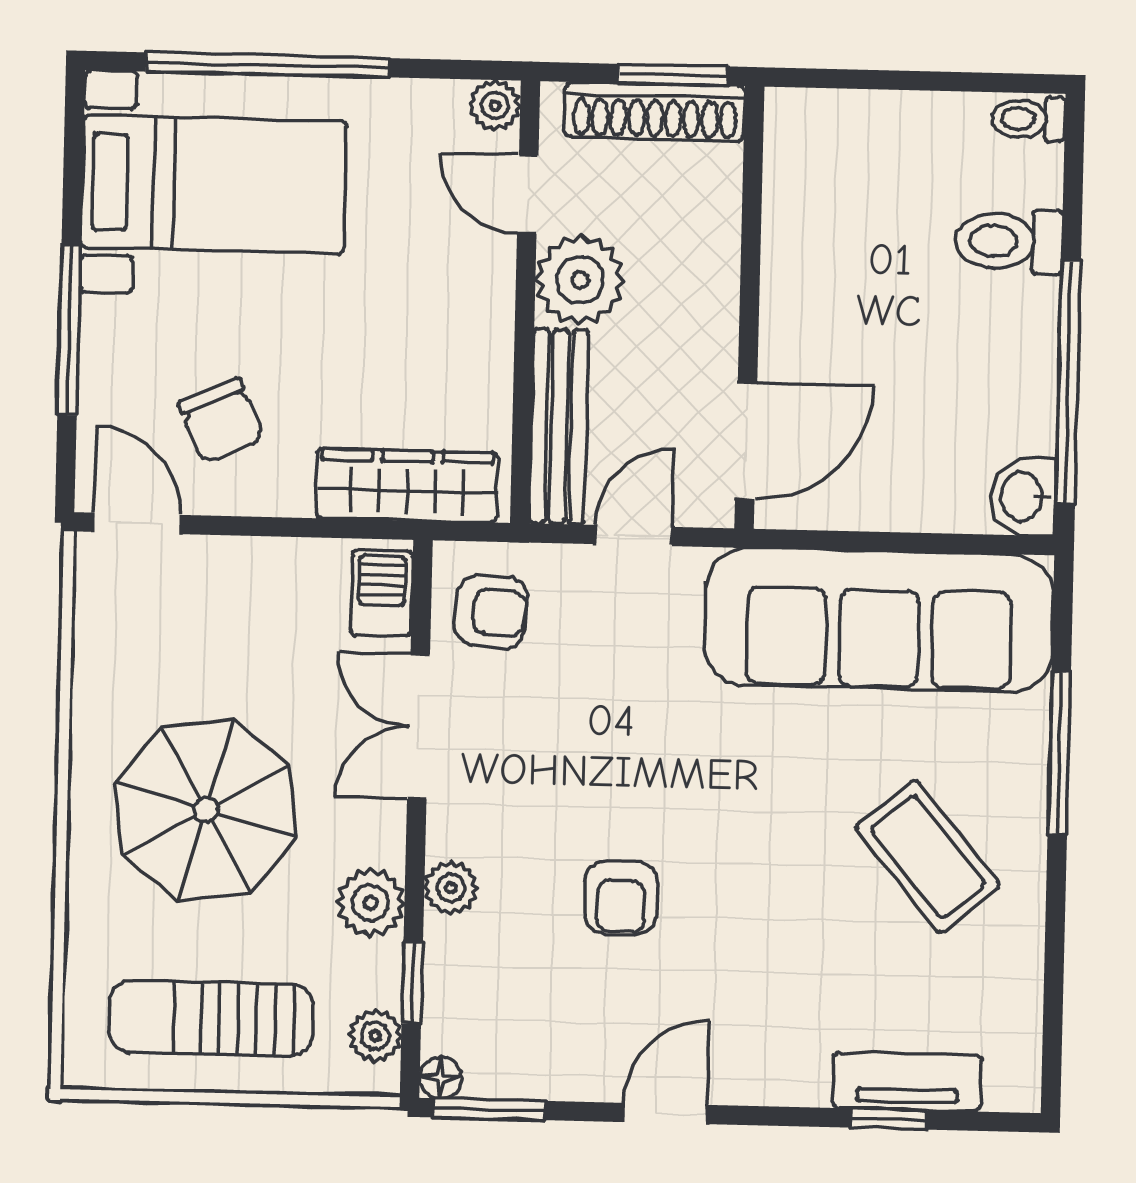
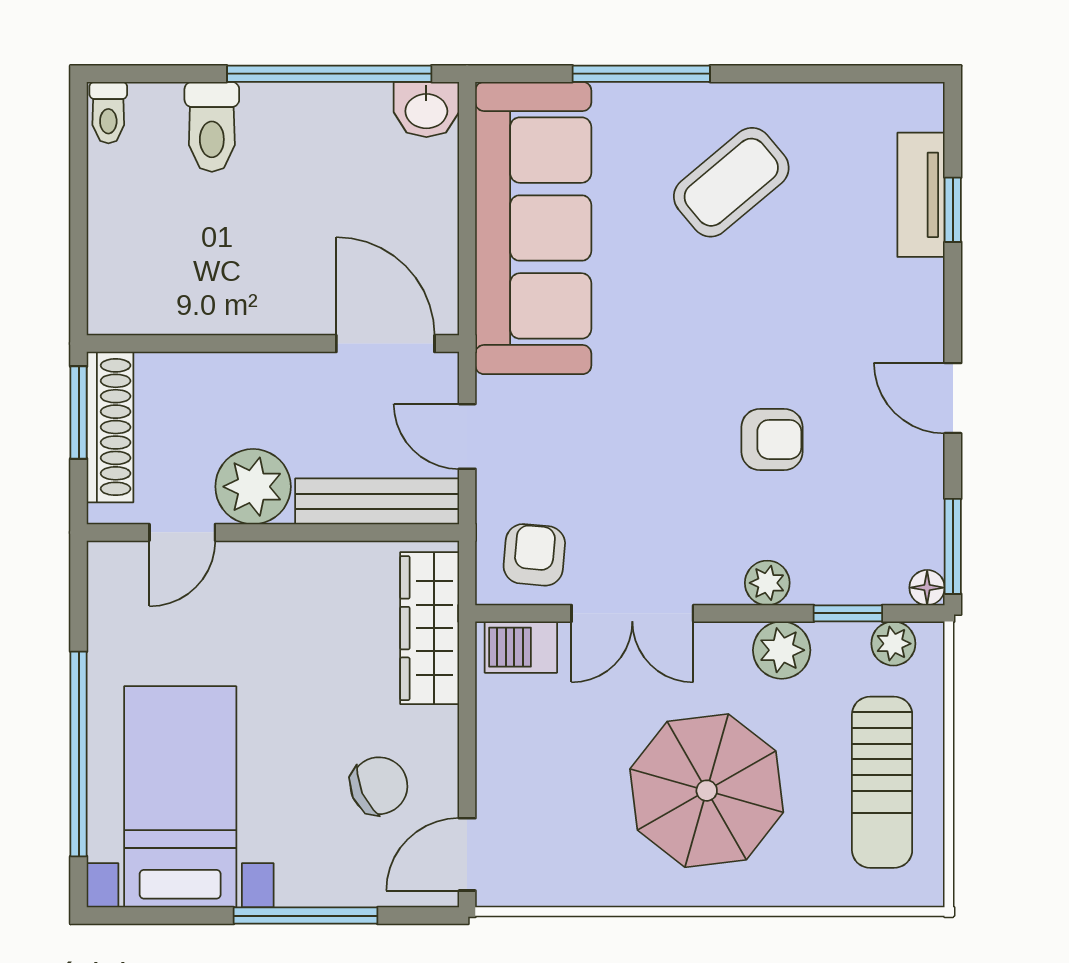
plant: (495, 105) -> (108, 562), removed

